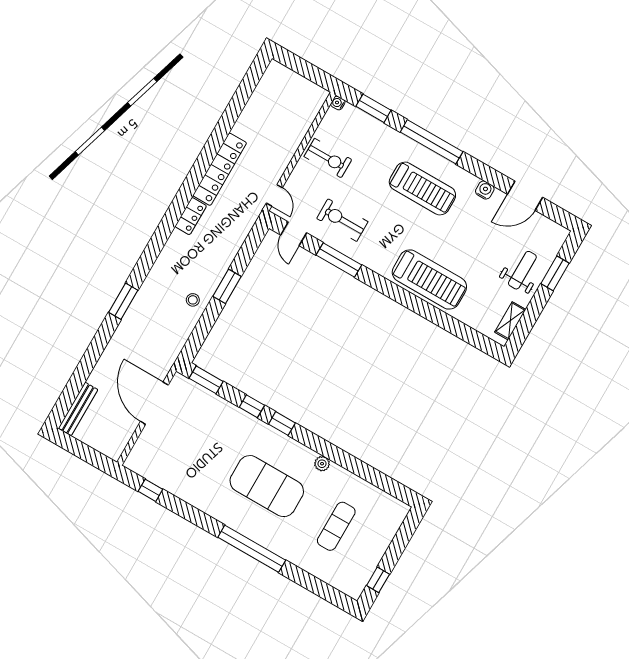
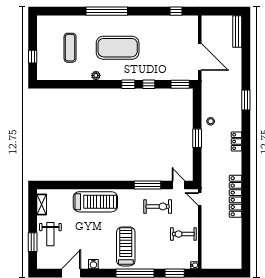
treadmill: (422, 189) -> (126, 246), turned 90
locker: (191, 216) -> (237, 142), moved
treadmill: (429, 280) -> (95, 202), turned 180
window: (378, 580) -> (33, 57), moved

